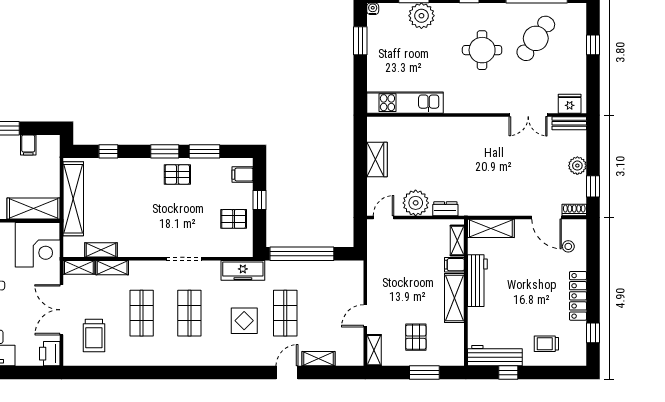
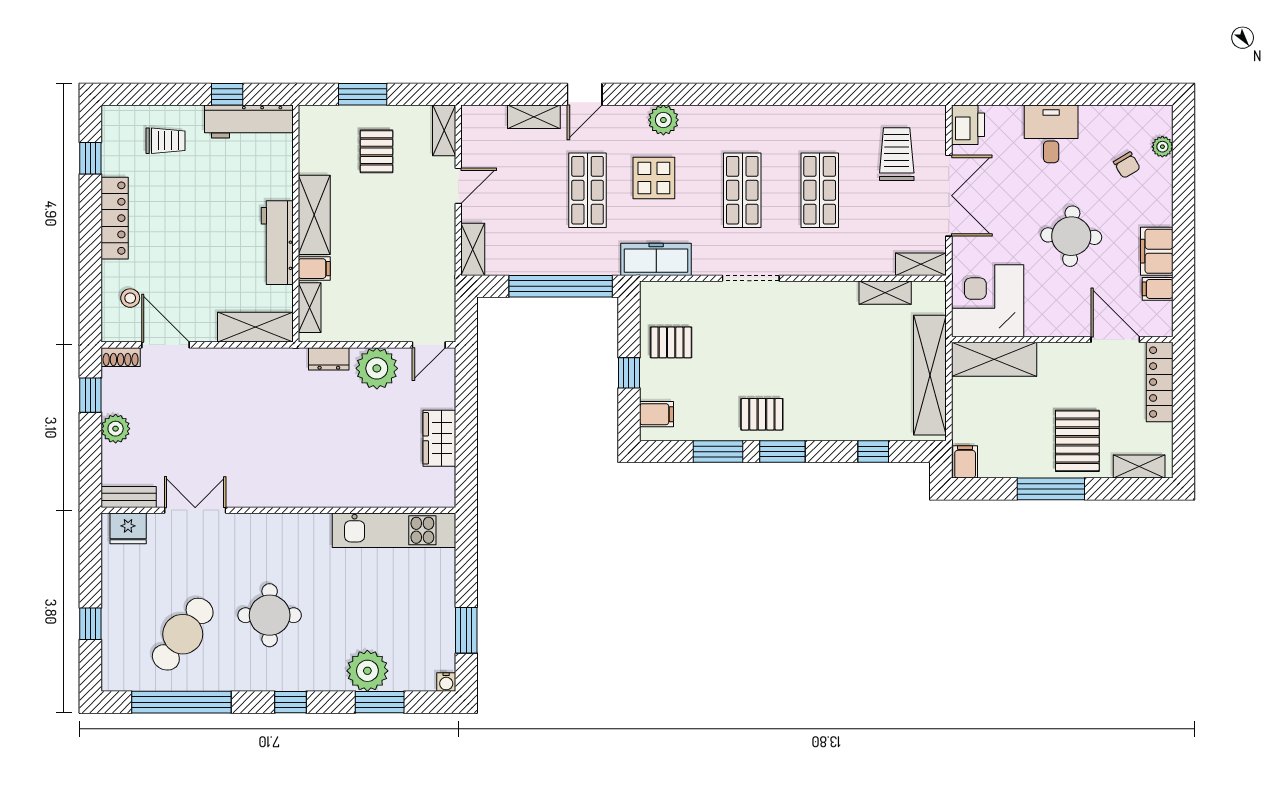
filing cabinet: (28, 145) -> (965, 462), moved
shelving: (112, 268) -> (473, 249), moved, turned 90
plant: (238, 357) -> (663, 120), added

